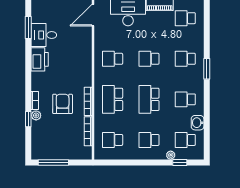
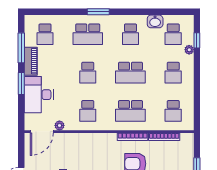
door: (93, 15) -> (42, 132), hinge flipped
plant: (99, 32) -> (59, 125), added
school desk: (185, 59) -> (88, 34), width x1.85

